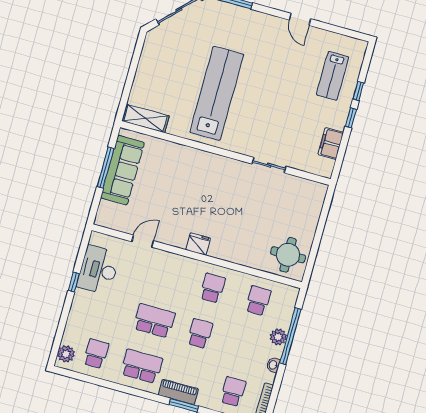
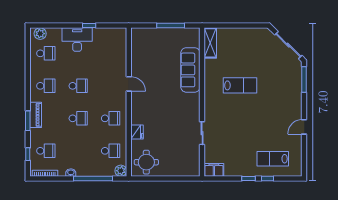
lab bench: (217, 93) -> (240, 85), width x0.54, depth x0.72
filing cabinet: (331, 143) -> (214, 170), moved
sofa: (122, 170) -> (190, 70), moved, turned 90
door: (143, 241) -> (129, 84), moved
fridge: (198, 244) -> (137, 132), moved
desk: (98, 270) -> (77, 40), moved
school desk: (154, 321) -> (78, 86), width x0.54
plant: (278, 337) -> (121, 171), moved
school desk: (142, 366) -> (46, 86), width x0.54

